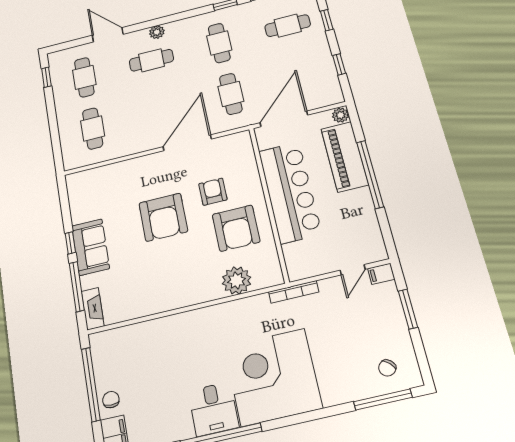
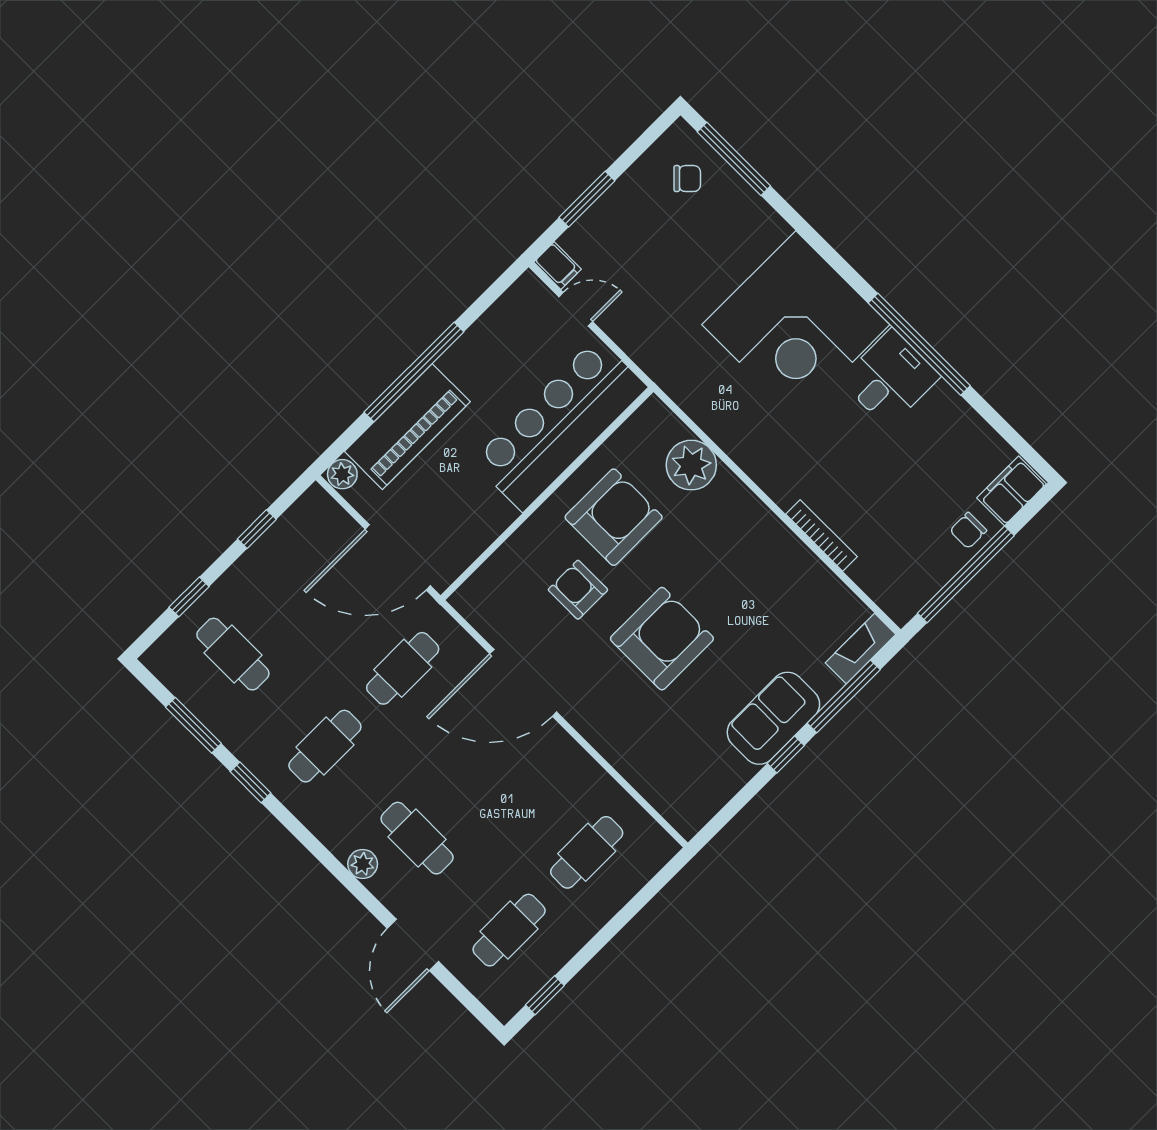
armchair: (213, 192) -> (578, 590), turned 90
bar counter: (290, 192) -> (560, 424), moved
bookcase: (294, 292) -> (821, 535), moved

